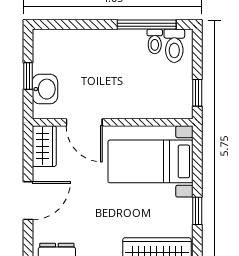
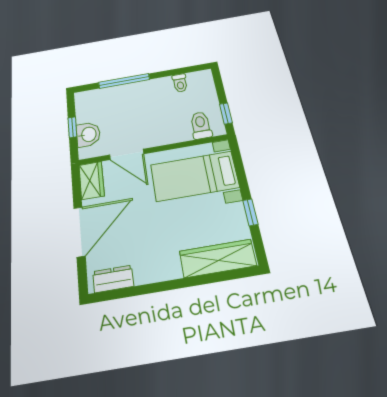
window: (147, 25) -> (124, 81), moved
toilet: (174, 46) -> (201, 125), moved, turned 180
door: (28, 201) -> (79, 232), width x1.36

